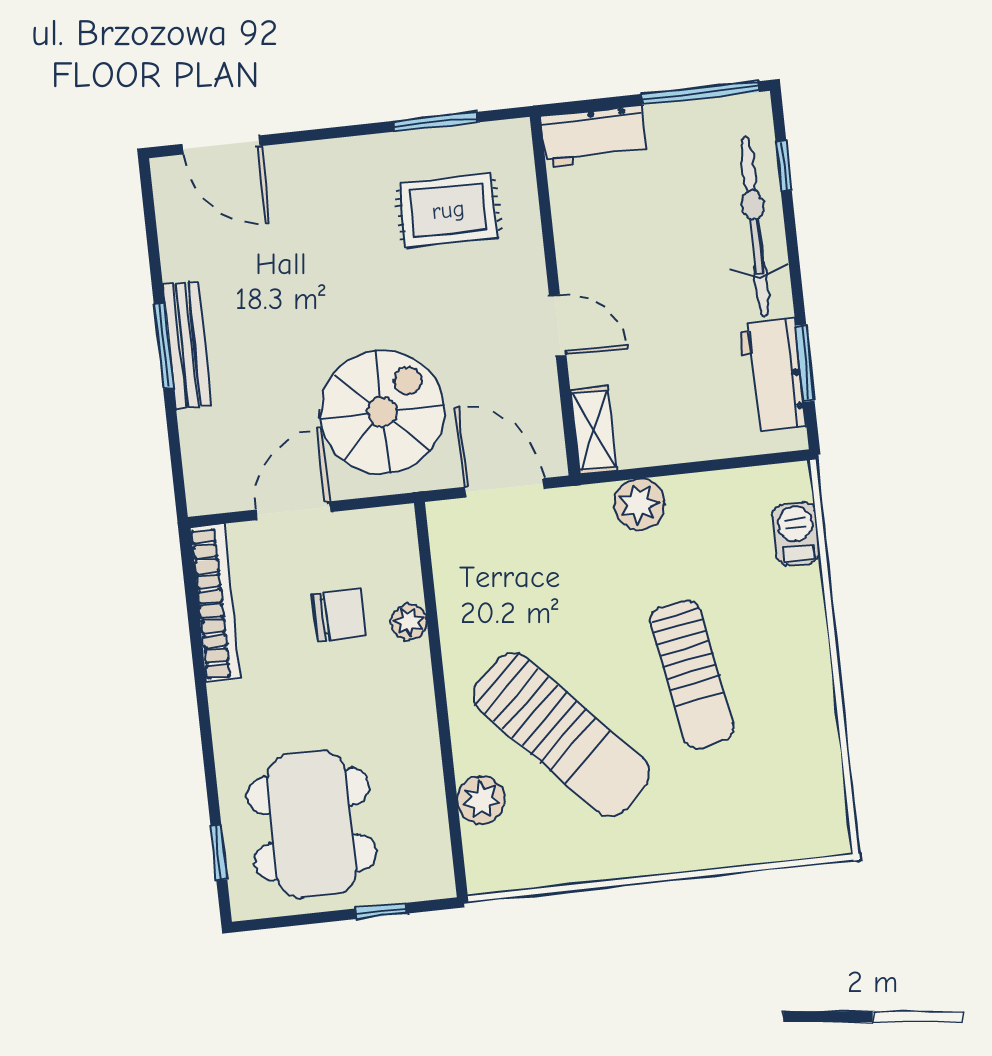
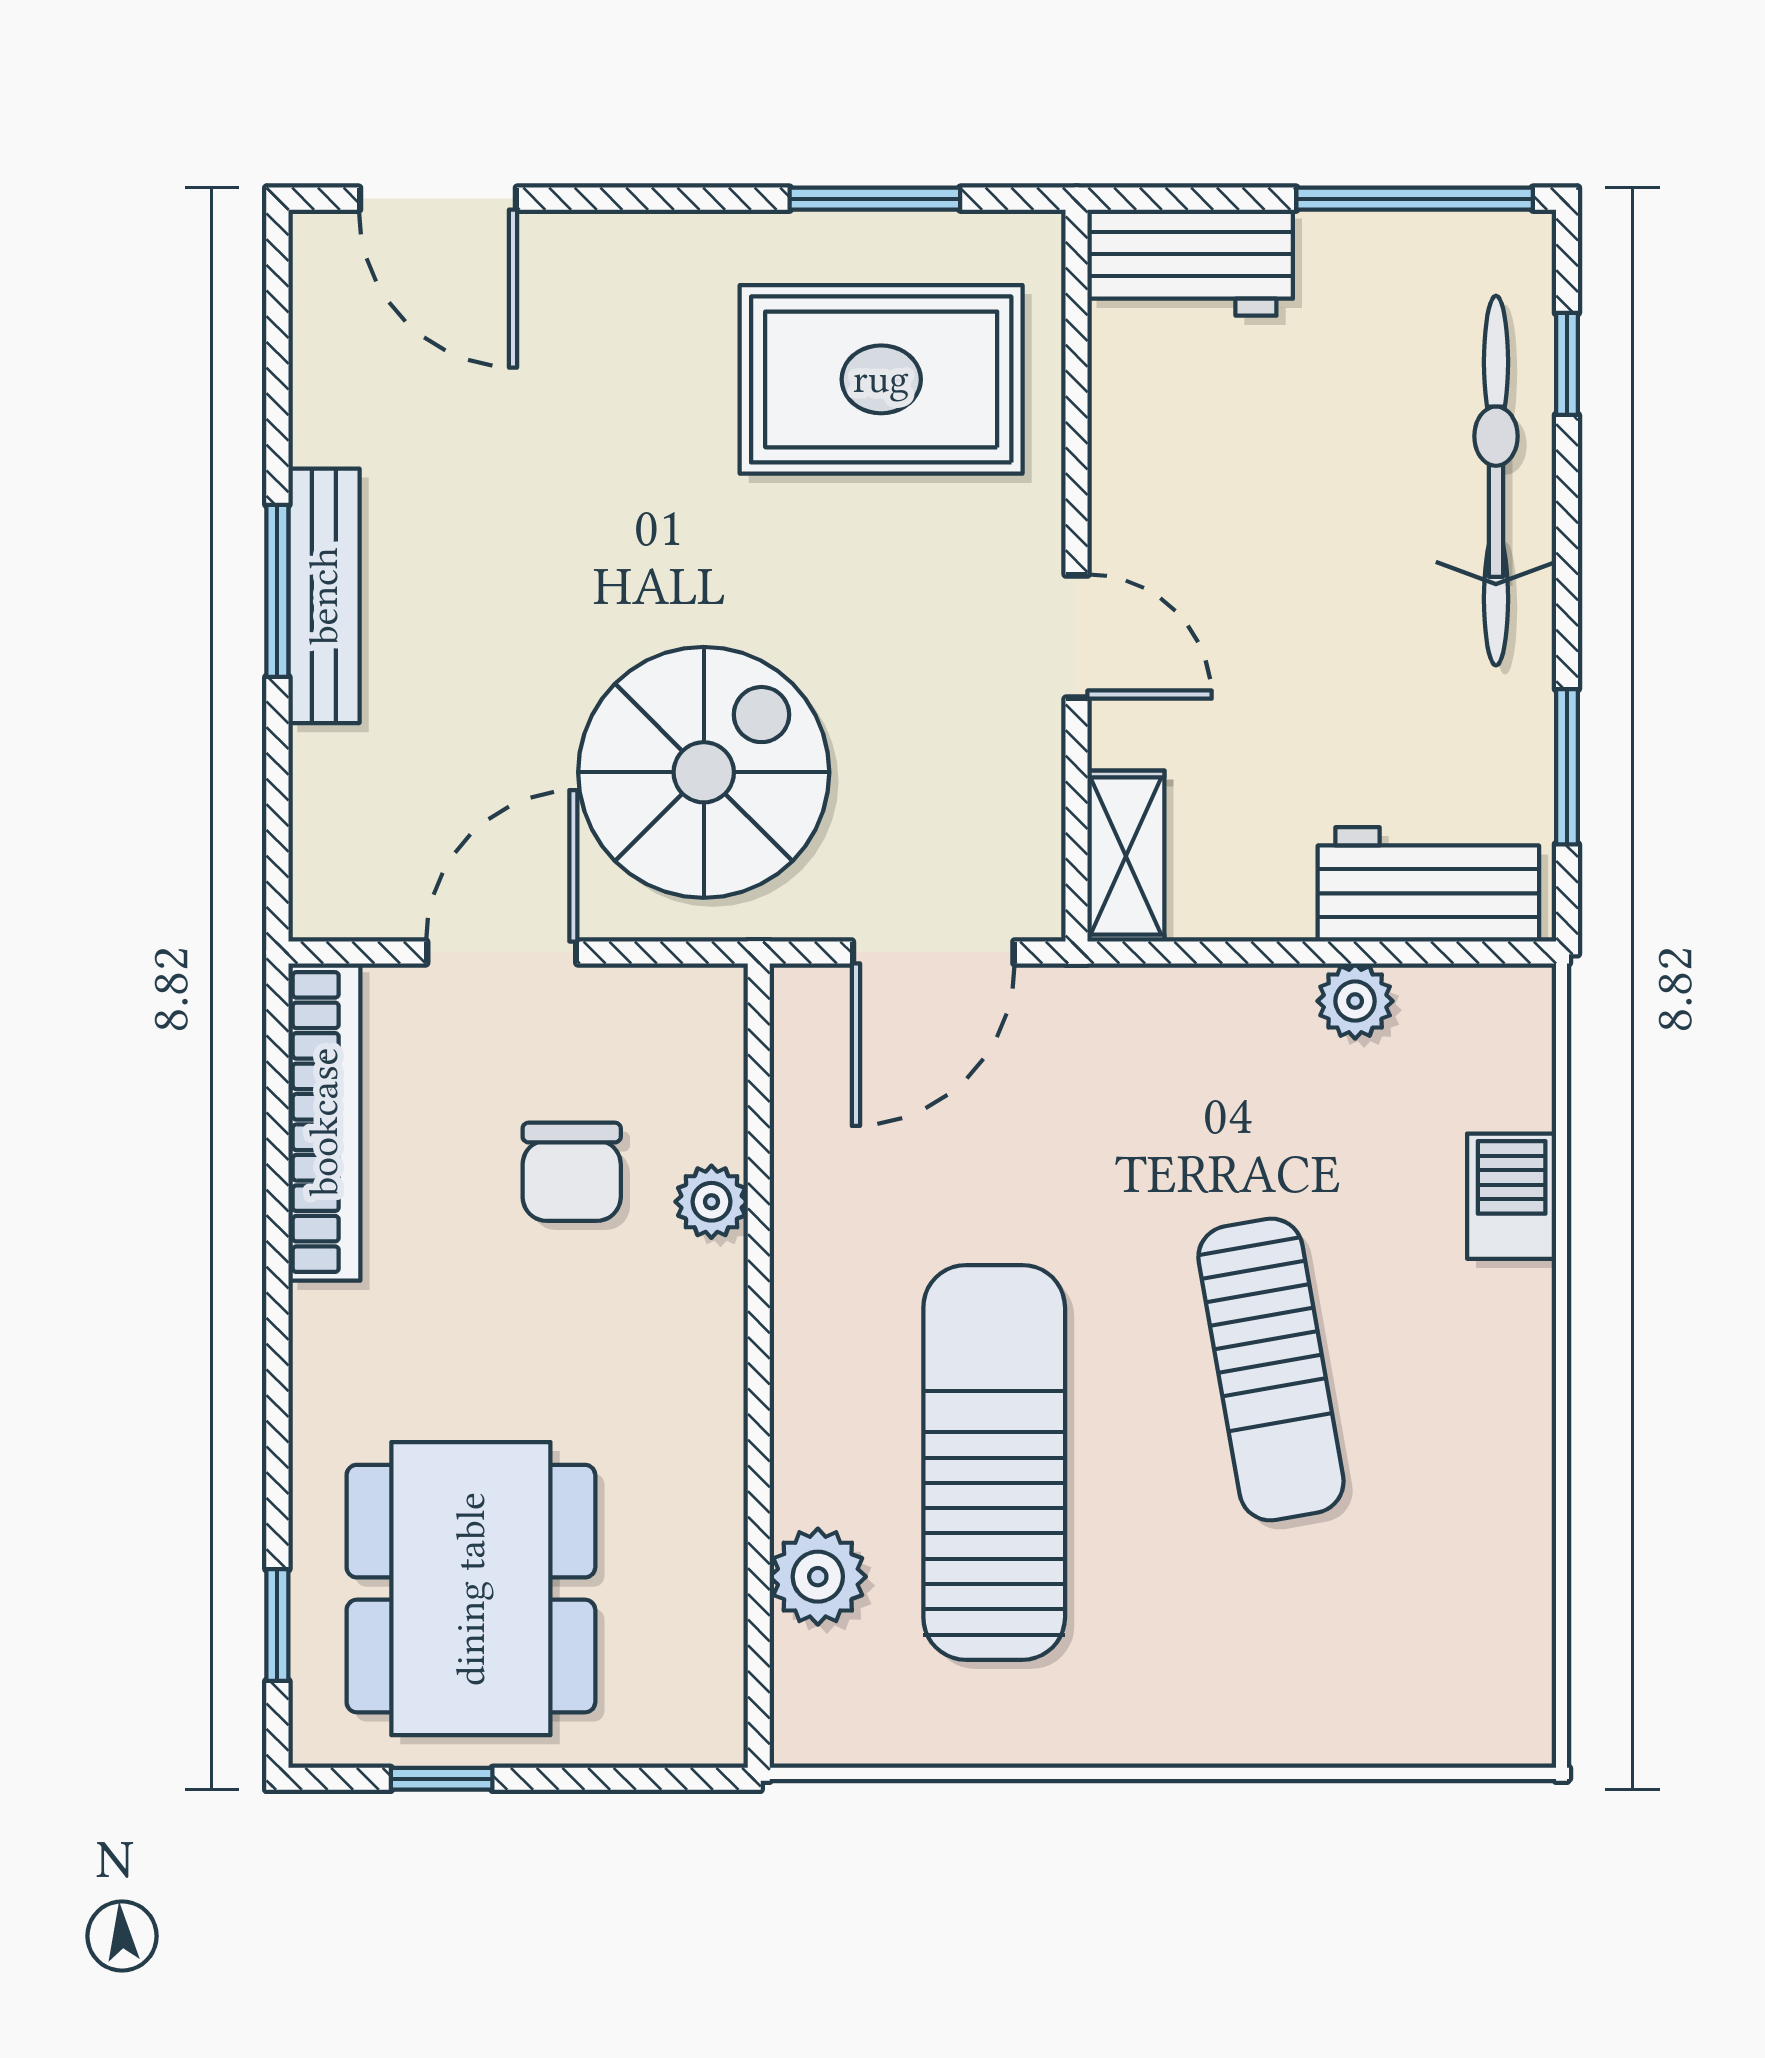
rug: (448, 210) -> (881, 379), width x1.36, depth x1.43
workbench: (773, 375) -> (1428, 884), moved, turned 90
door: (504, 488) -> (933, 952), swing flipped
plant: (639, 504) -> (1355, 1001), moved, width x0.73, depth x0.73
barbecue: (796, 534) -> (1512, 1196), moved
chair: (339, 615) -> (572, 1172), turned 90
sun lounger: (561, 735) -> (994, 1462), turned -137
window: (381, 911) -> (442, 1779), moved

